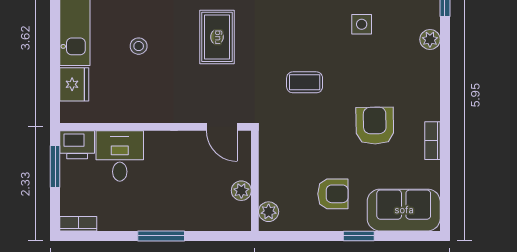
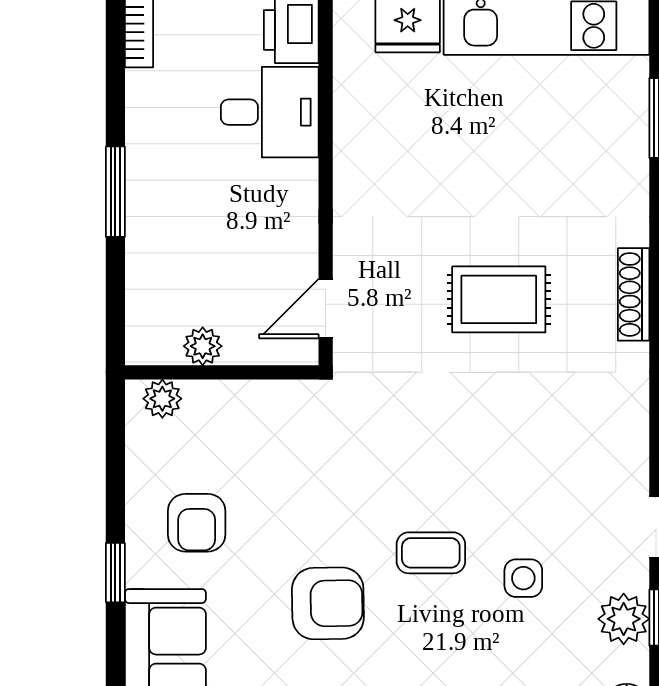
stool: (139, 46) -> (481, 148), removed
coffee table: (305, 82) -> (431, 553), moved, turned 90

